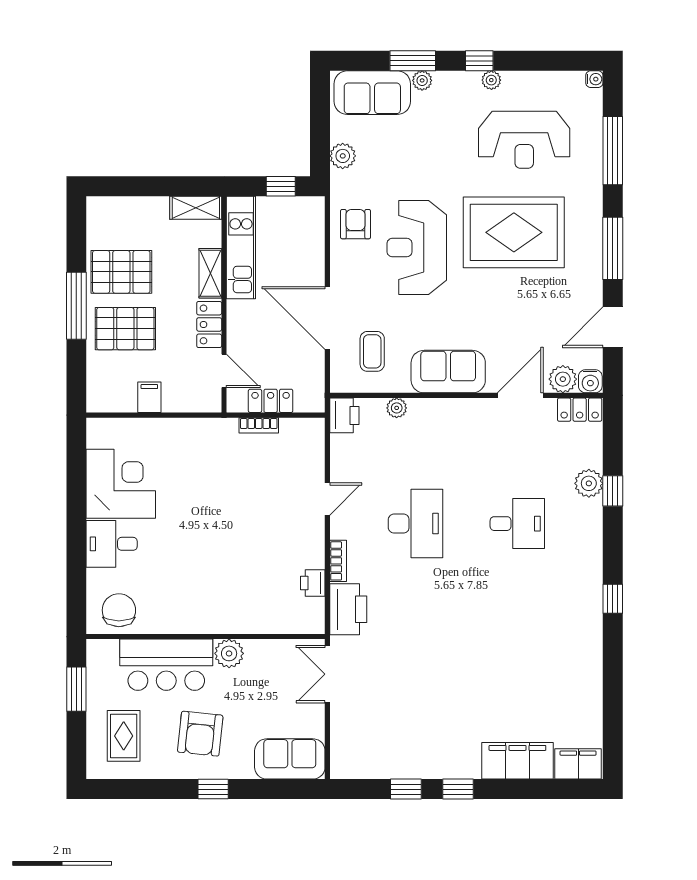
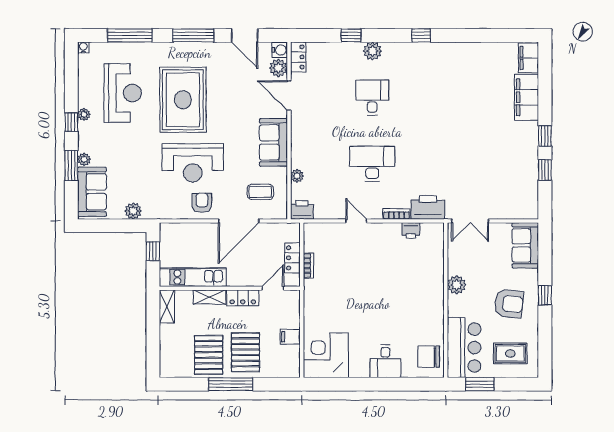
armchair: (356, 224) -> (202, 203), moved, turned 90
plant: (589, 483) -> (373, 51), moved
corner desk: (121, 484) -> (326, 355), moved
bar counter: (166, 665) -> (464, 348), moved

